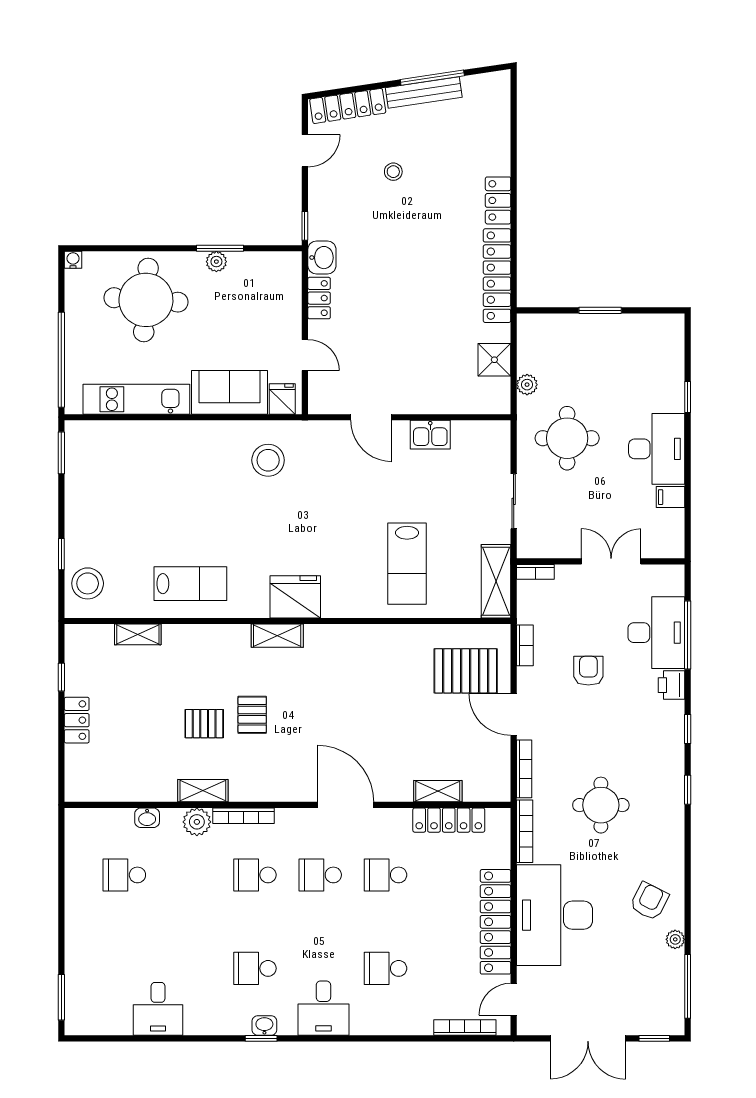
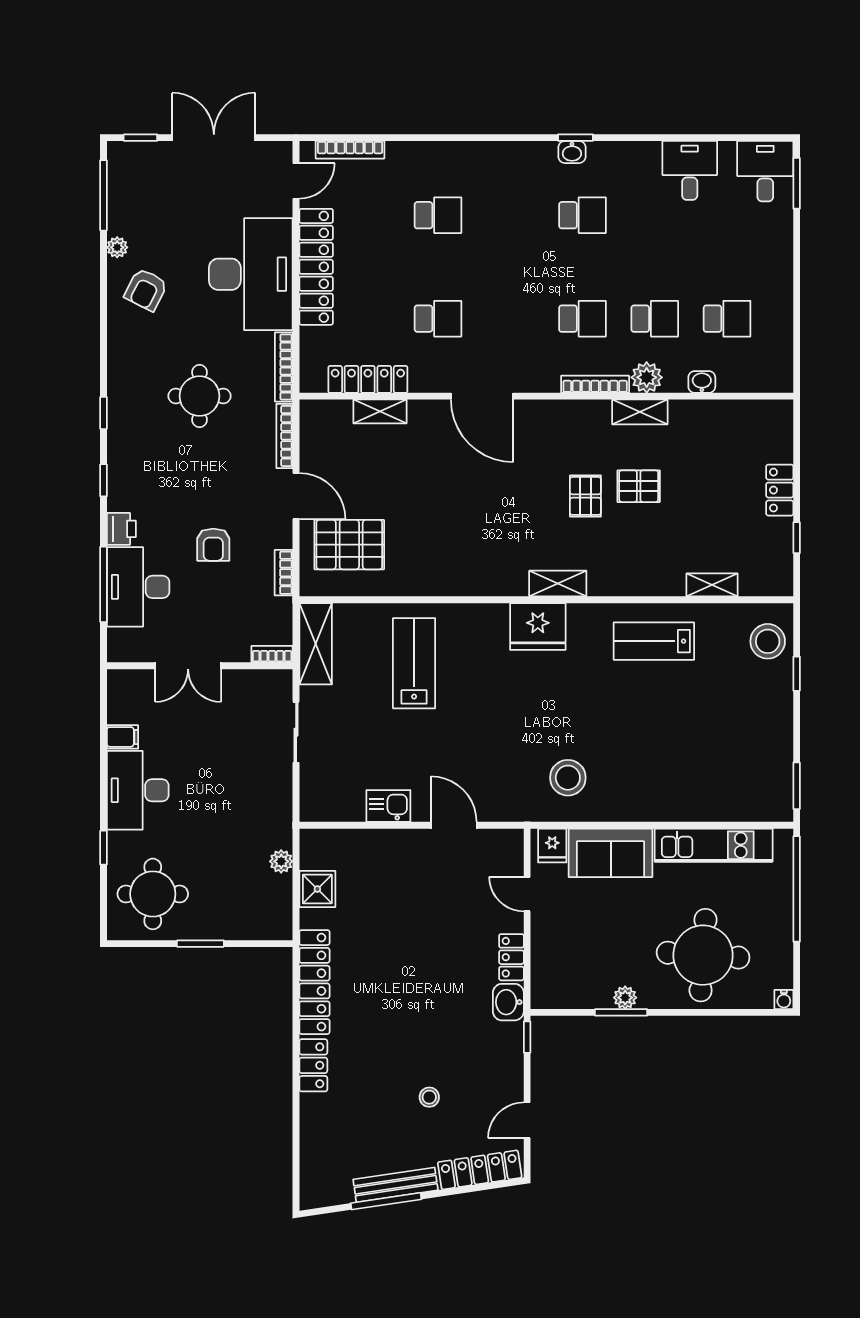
round table: (567, 438) -> (153, 894), moved
school desk: (320, 875) -> (655, 319), moved
desk: (323, 1008) -> (765, 171), moved

